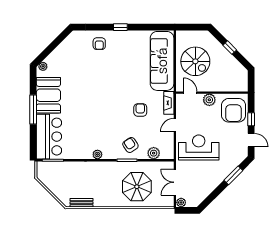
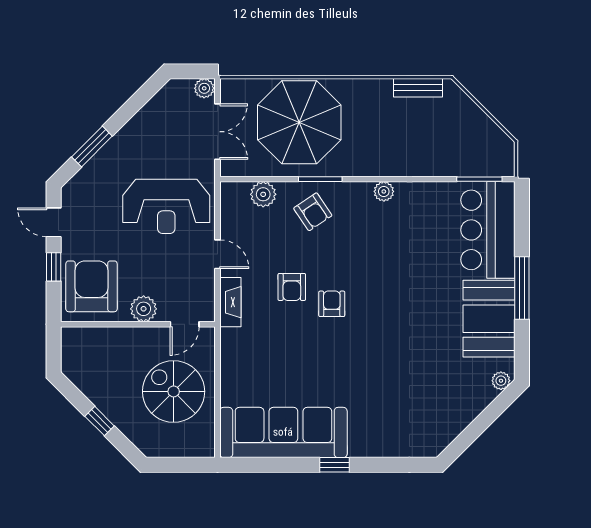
armchair: (99, 44) -> (332, 304), moved
sofa: (162, 61) -> (283, 432), moved, turned -90
door: (190, 93) -> (185, 324), hinge flipped
door: (175, 125) -> (217, 254), hinge flipped
parasol: (137, 187) -> (299, 122), width x1.36, depth x1.36

